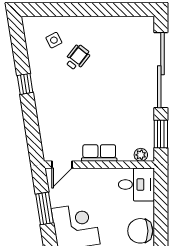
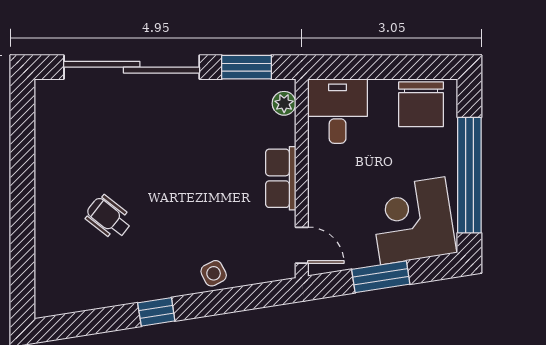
side table: (54, 40) -> (214, 273), moved

